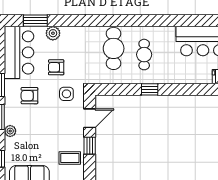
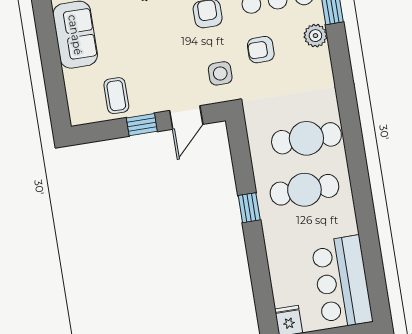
cafe table: (144, 55) -> (304, 190), width x1.37, depth x1.35
armchair: (56, 67) -> (261, 50), turned -90
door: (90, 118) -> (186, 117), hinge flipped

